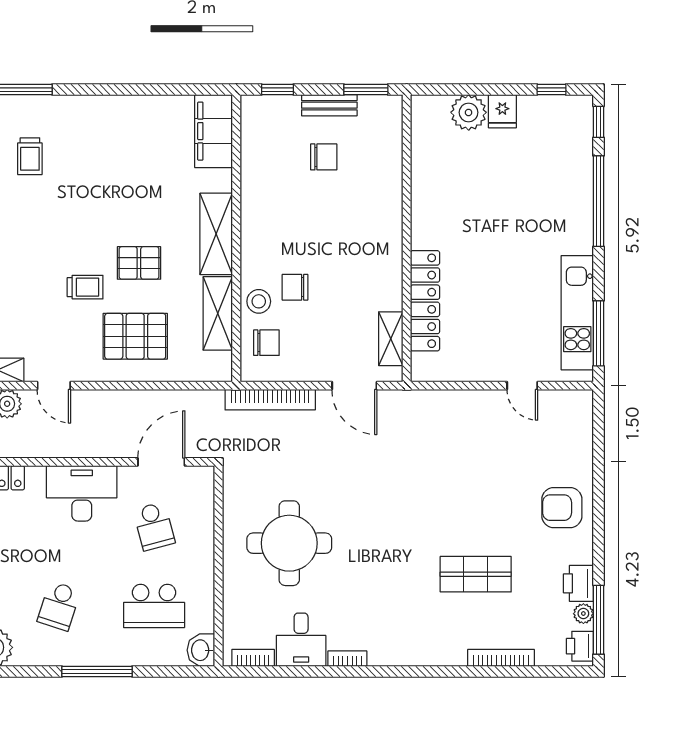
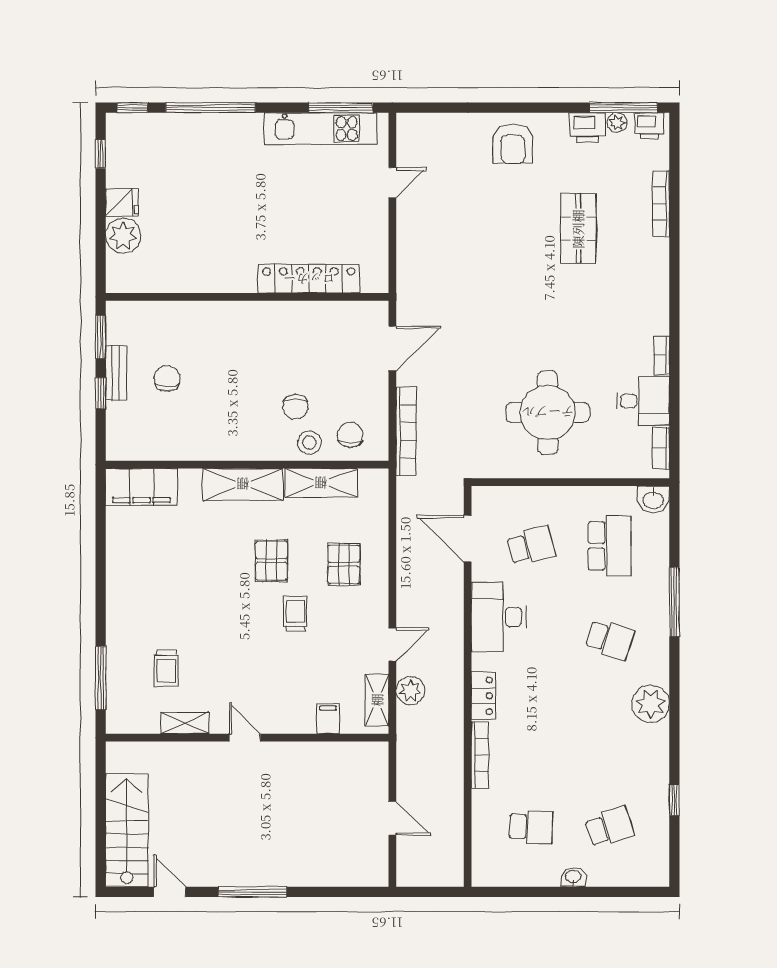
window: (278, 90) -> (101, 393), moved
trolley: (30, 156) -> (166, 668), turned 90
pallet: (135, 336) -> (344, 564), width x0.67, depth x0.71
shelving: (391, 339) -> (346, 312), removed

